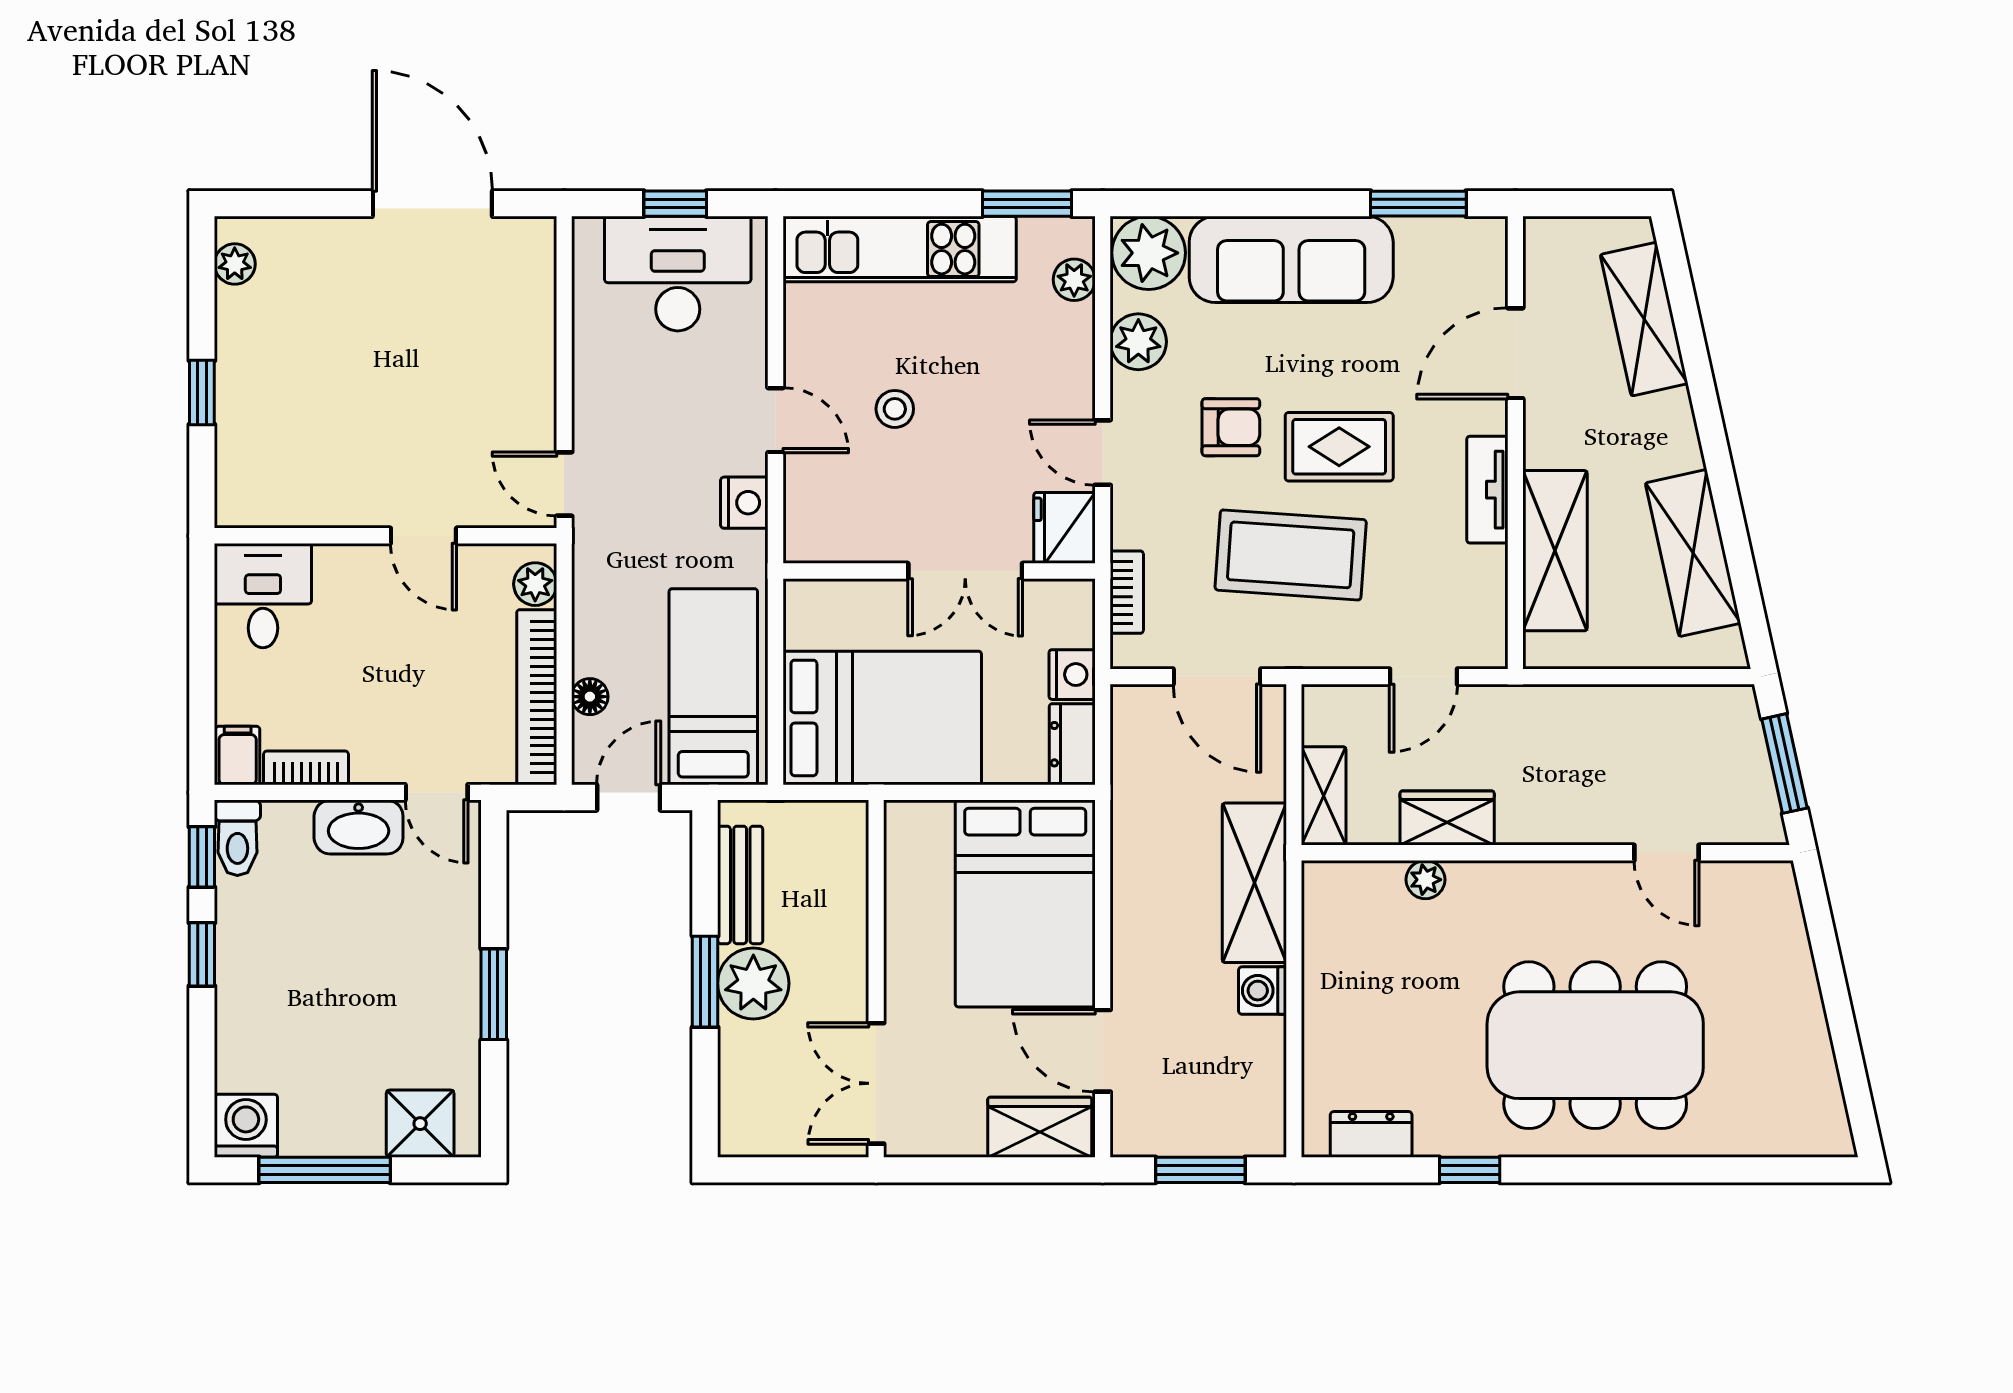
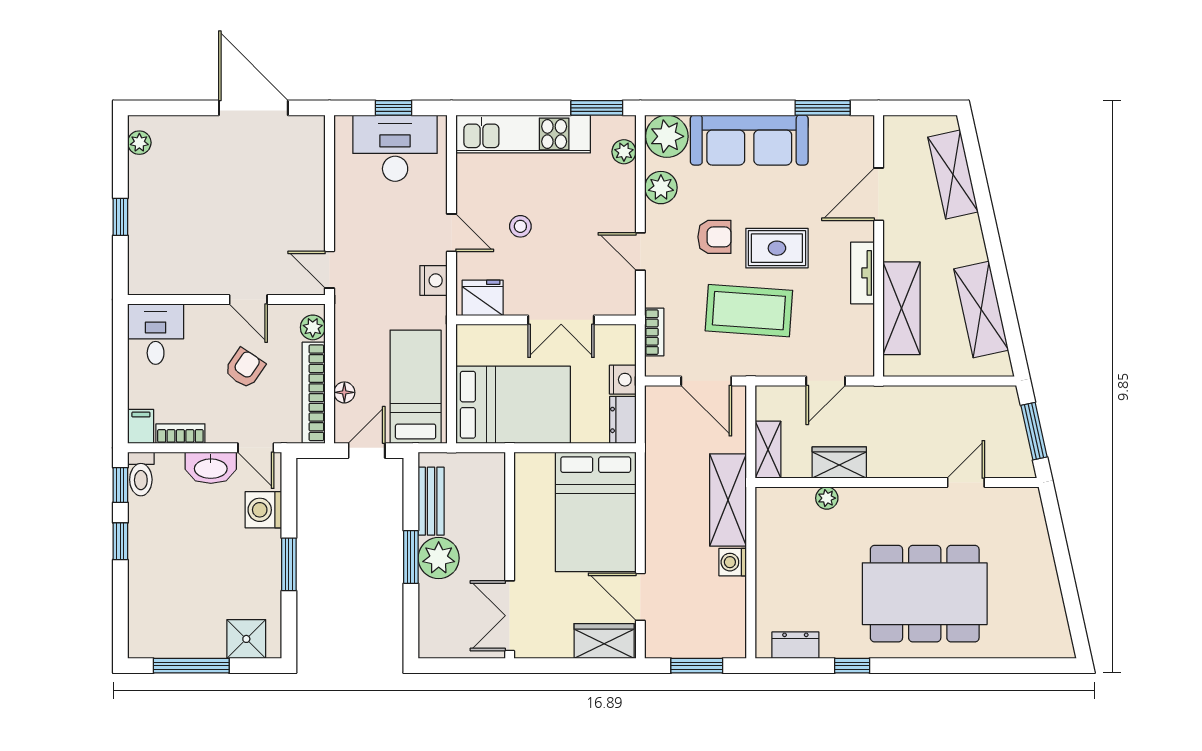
fridge: (1064, 528) -> (483, 298), moved, turned 90
armchair: (417, 655) -> (245, 368), added
door: (1666, 853) -> (966, 483), swing flipped
washing machine: (246, 1126) -> (263, 510), moved, turned -90

